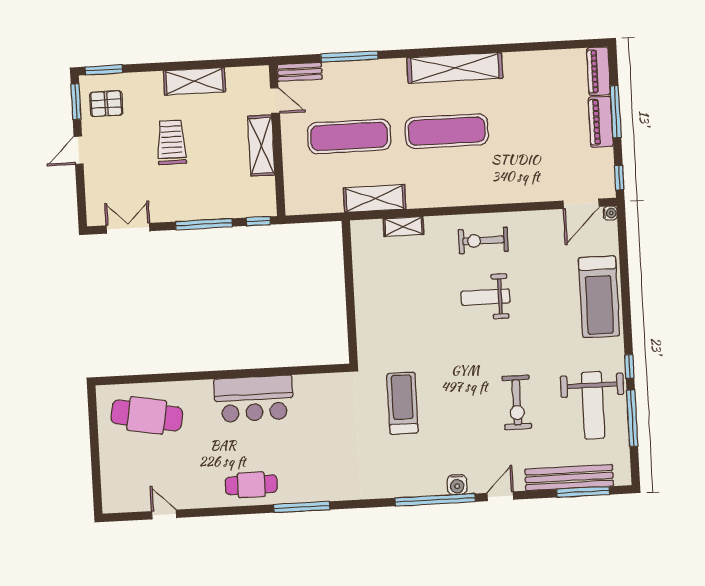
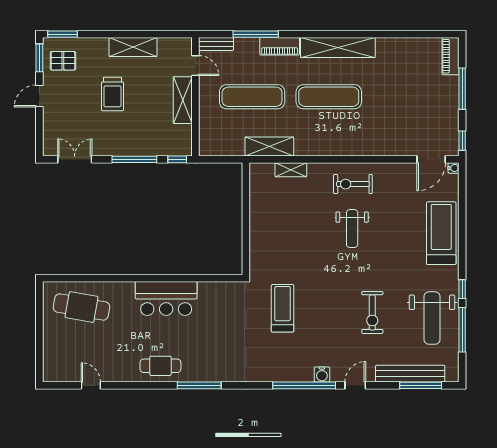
piano: (601, 122) -> (280, 46), moved, turned -90
trolley: (172, 142) -> (112, 94), turned 180
weight bench: (485, 297) -> (352, 229), turned -90
treadmill: (599, 297) -> (441, 233), turned 180

